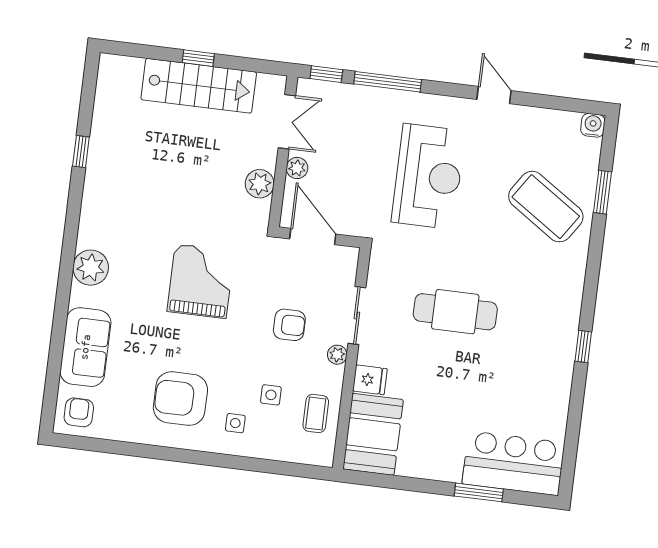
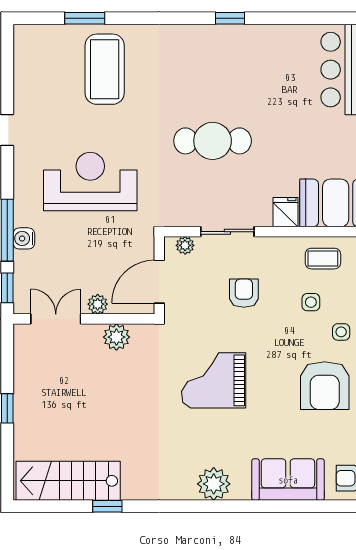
stairs: (199, 86) -> (68, 481), moved, turned -90
water cooler: (593, 125) -> (24, 238), moved
coffee table: (546, 207) -> (105, 69), turned -34
cafe table: (455, 312) -> (213, 141), turned 90
plant: (337, 355) -> (185, 245), moved

